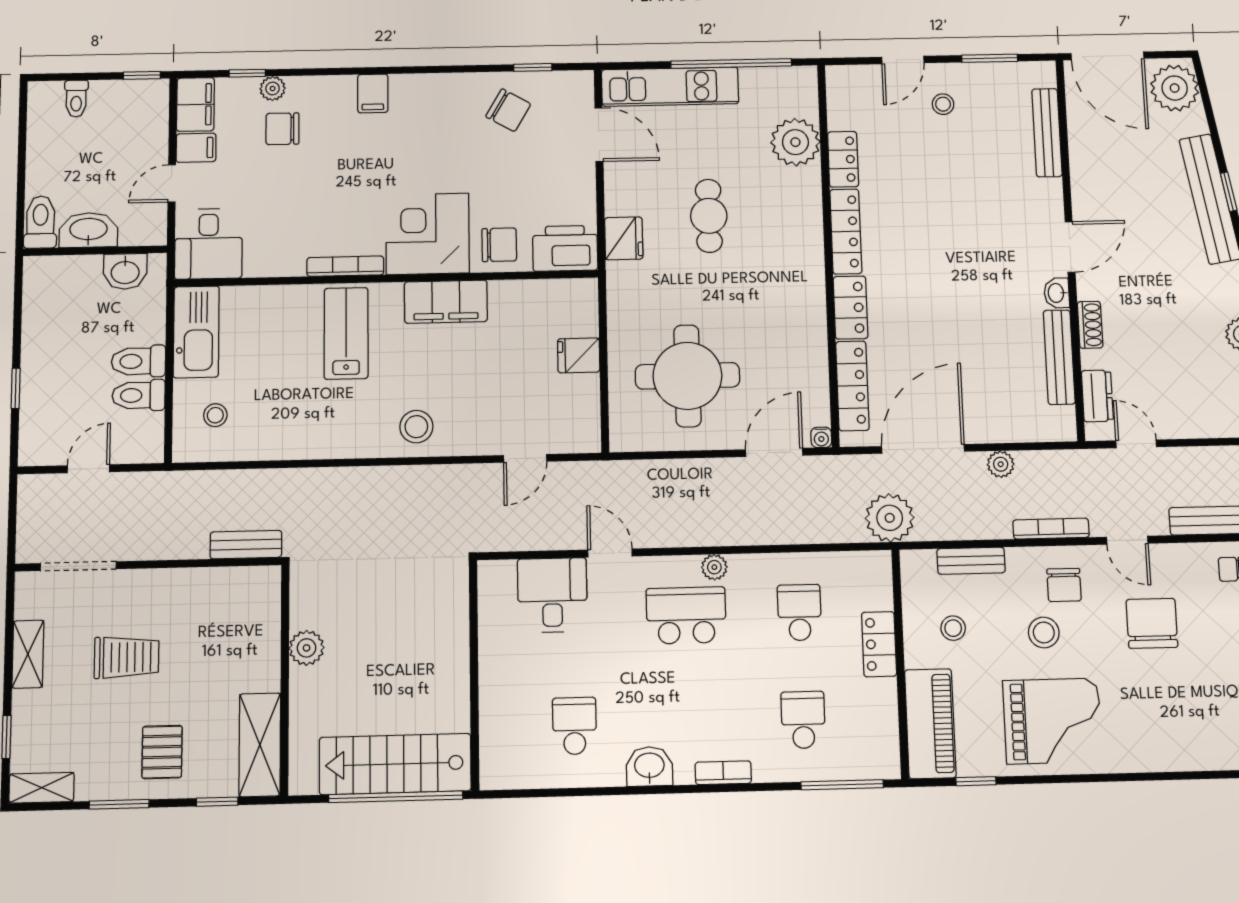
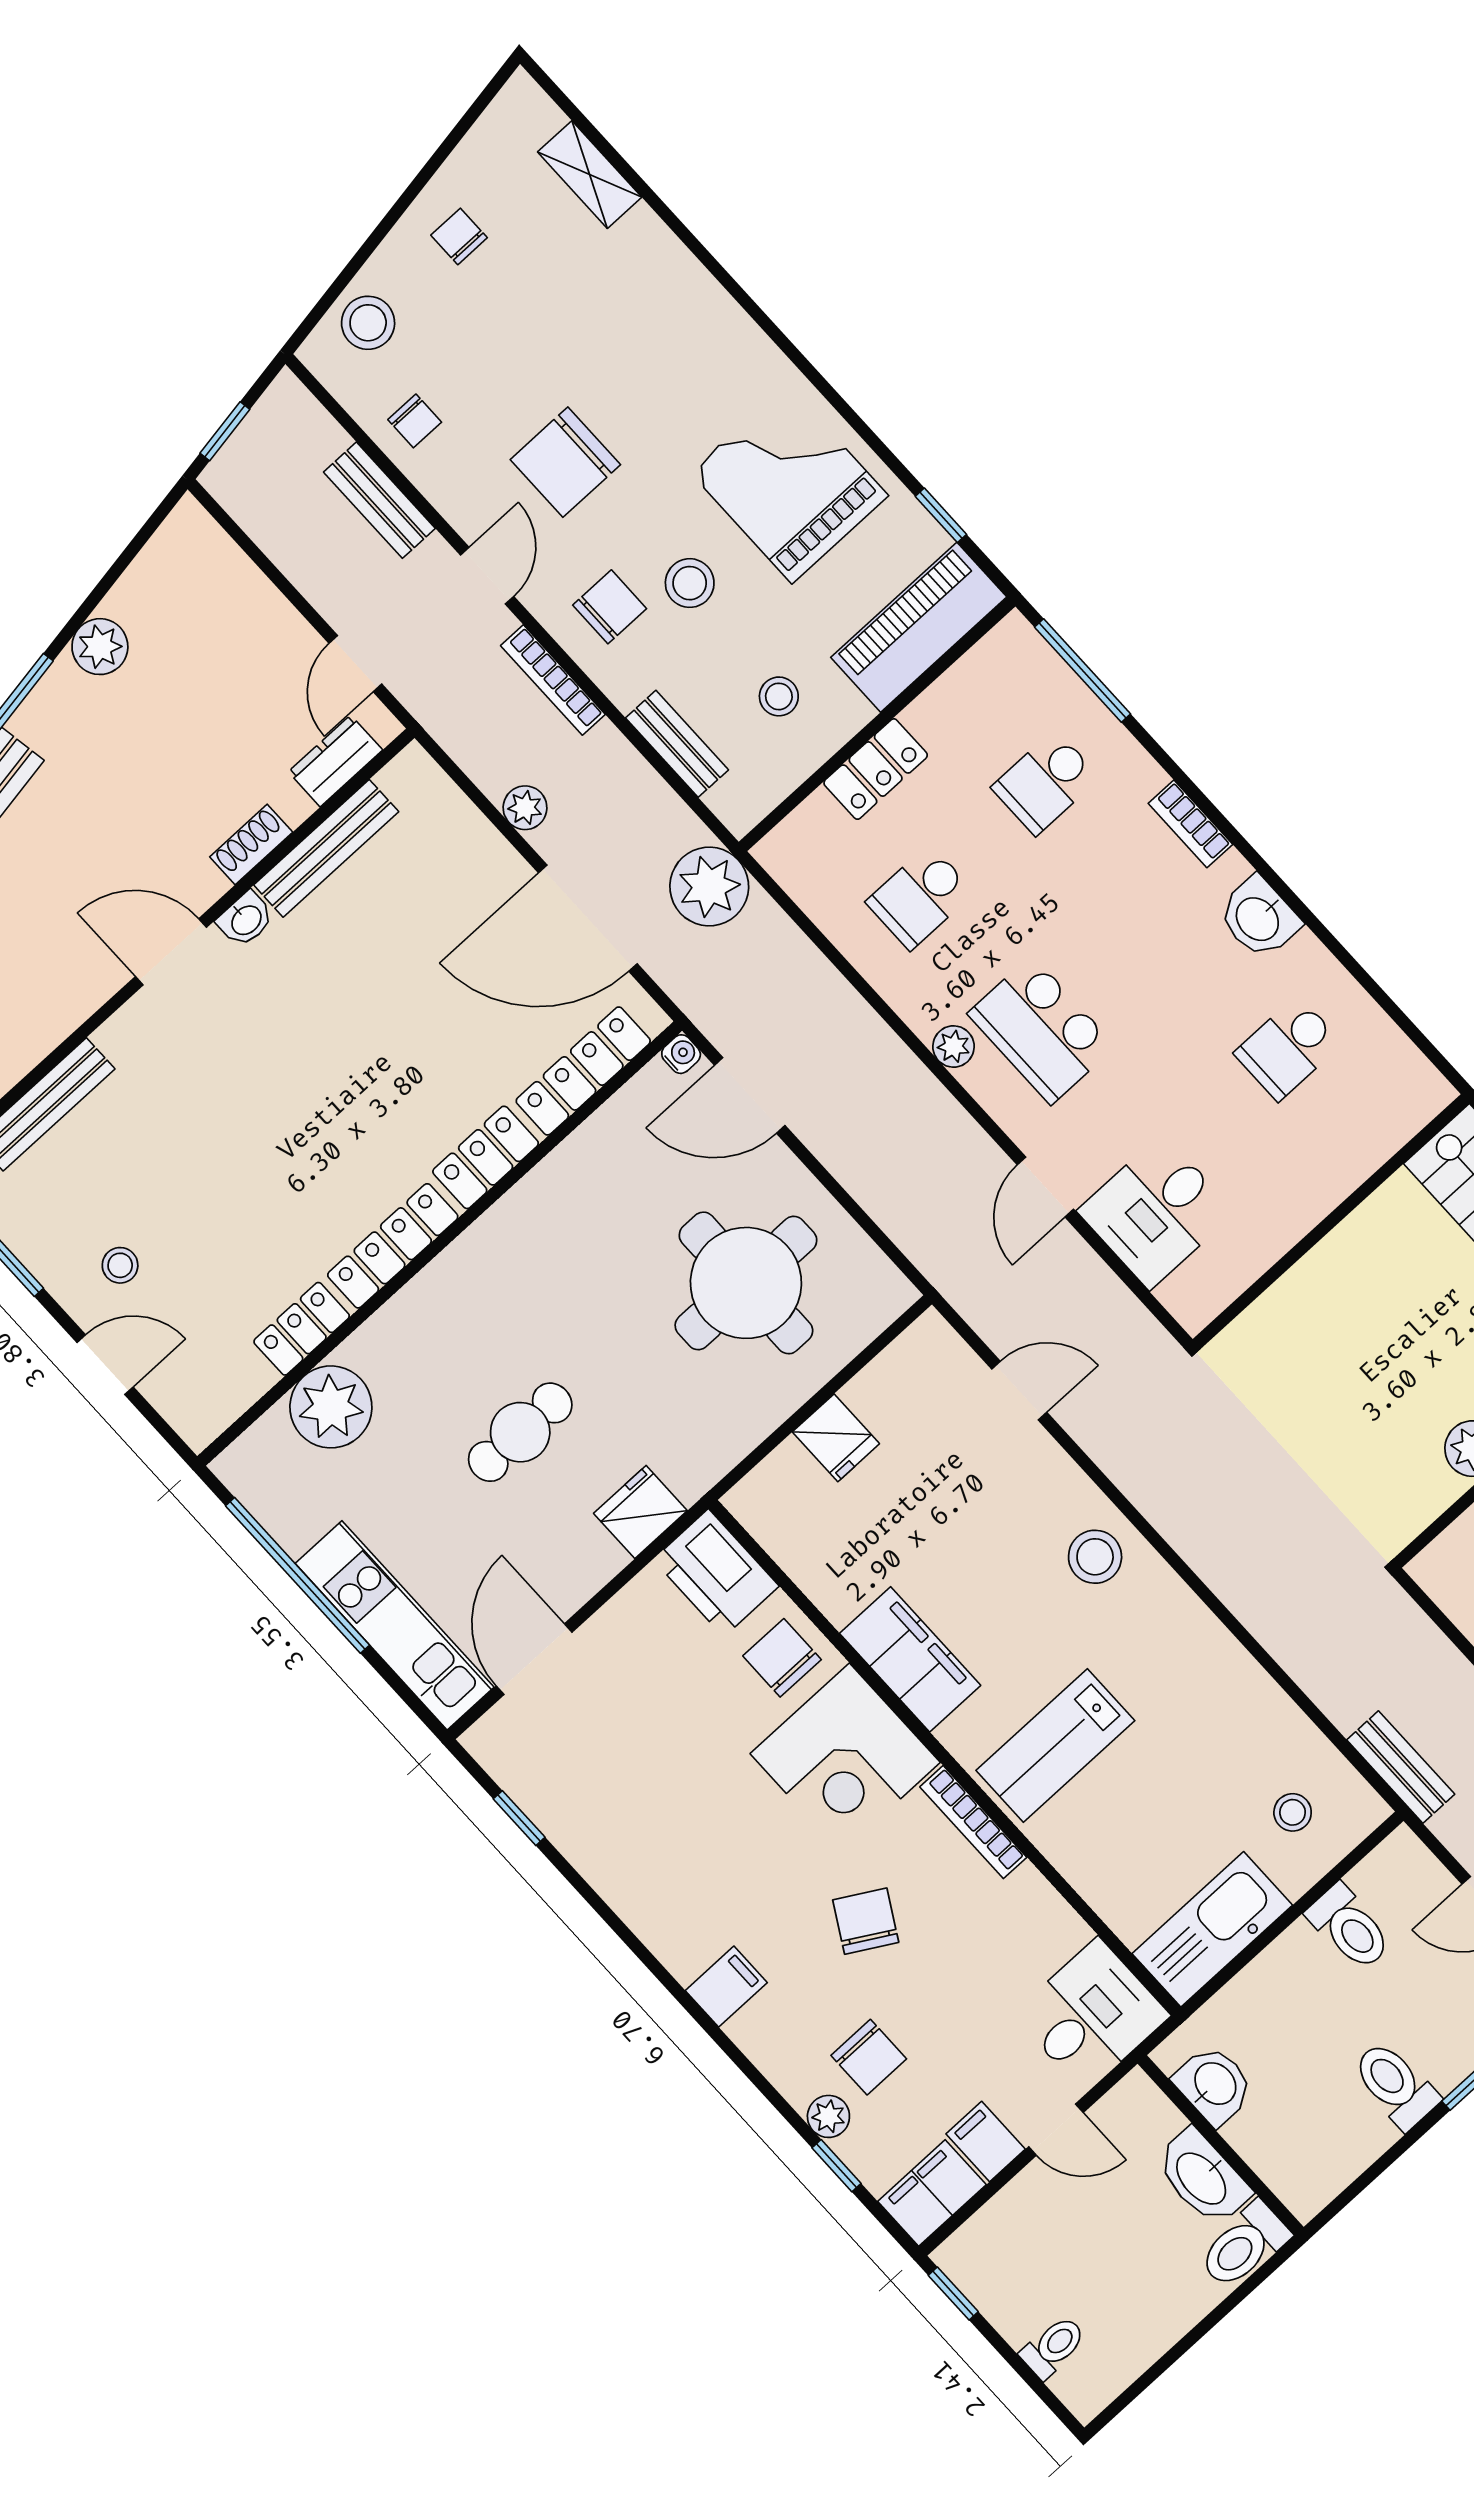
chair: (508, 110) -> (866, 1921), moved
toilet: (138, 361) -> (1395, 2085), moved, turned 180
bench: (246, 545) -> (1401, 1767), moved

